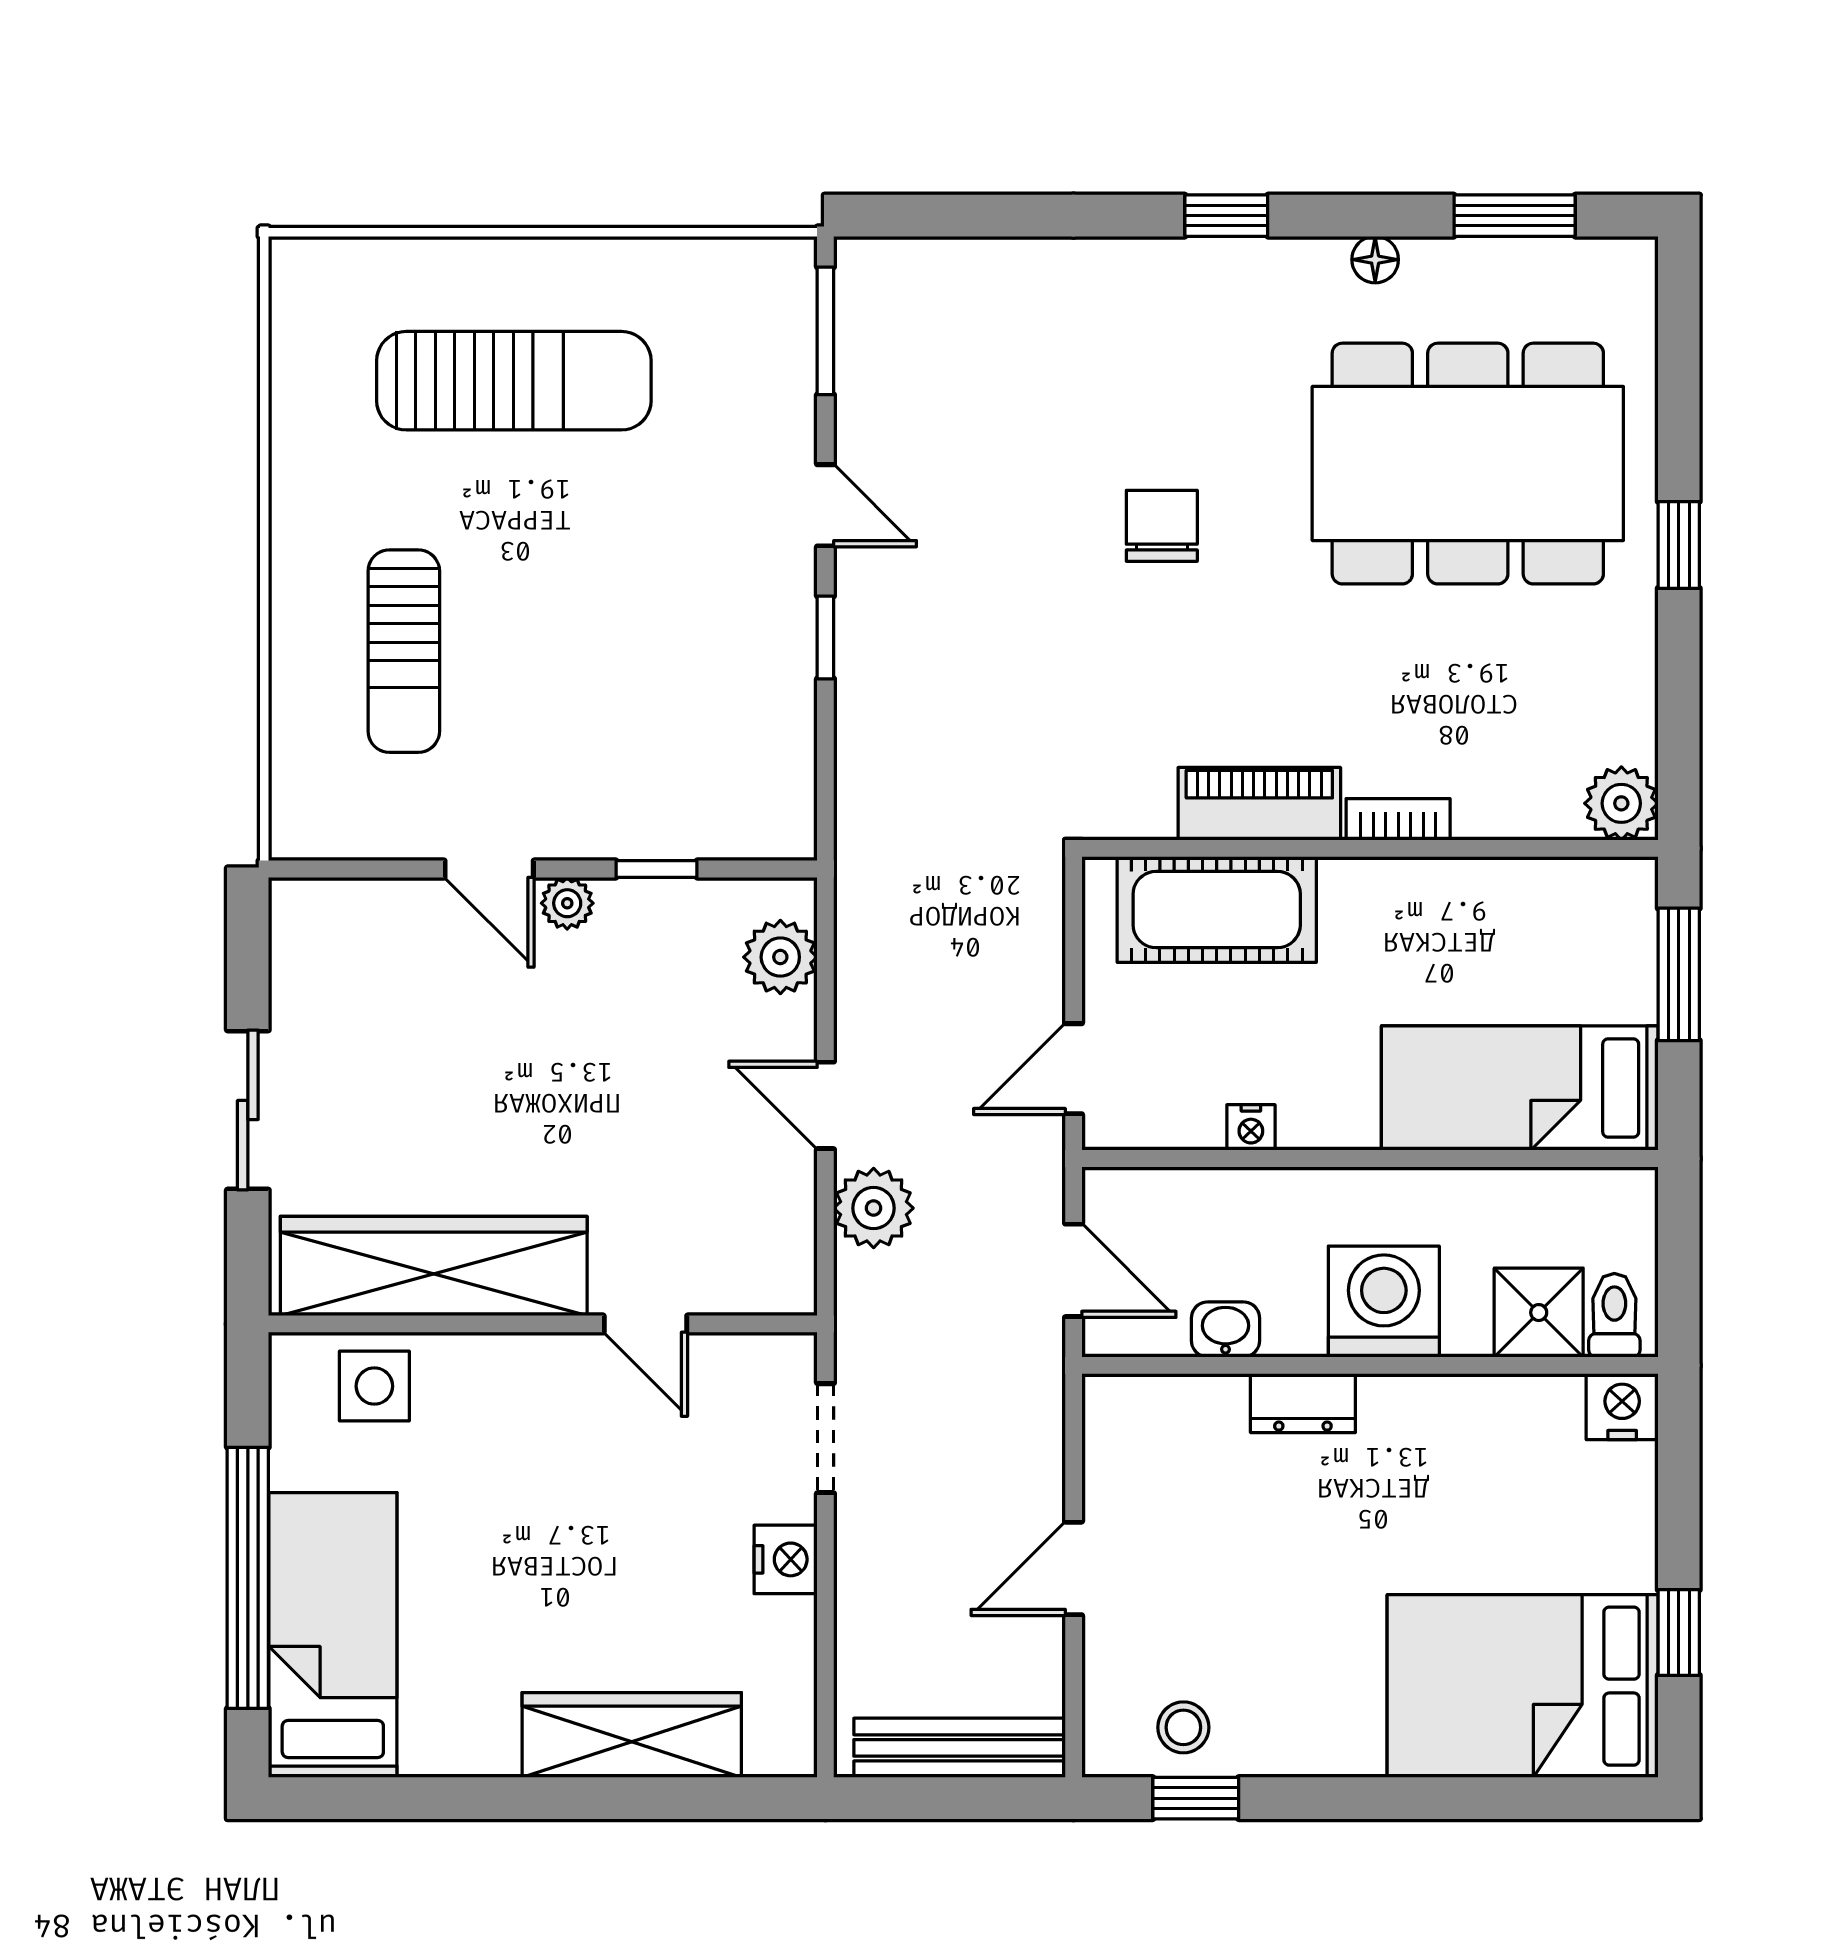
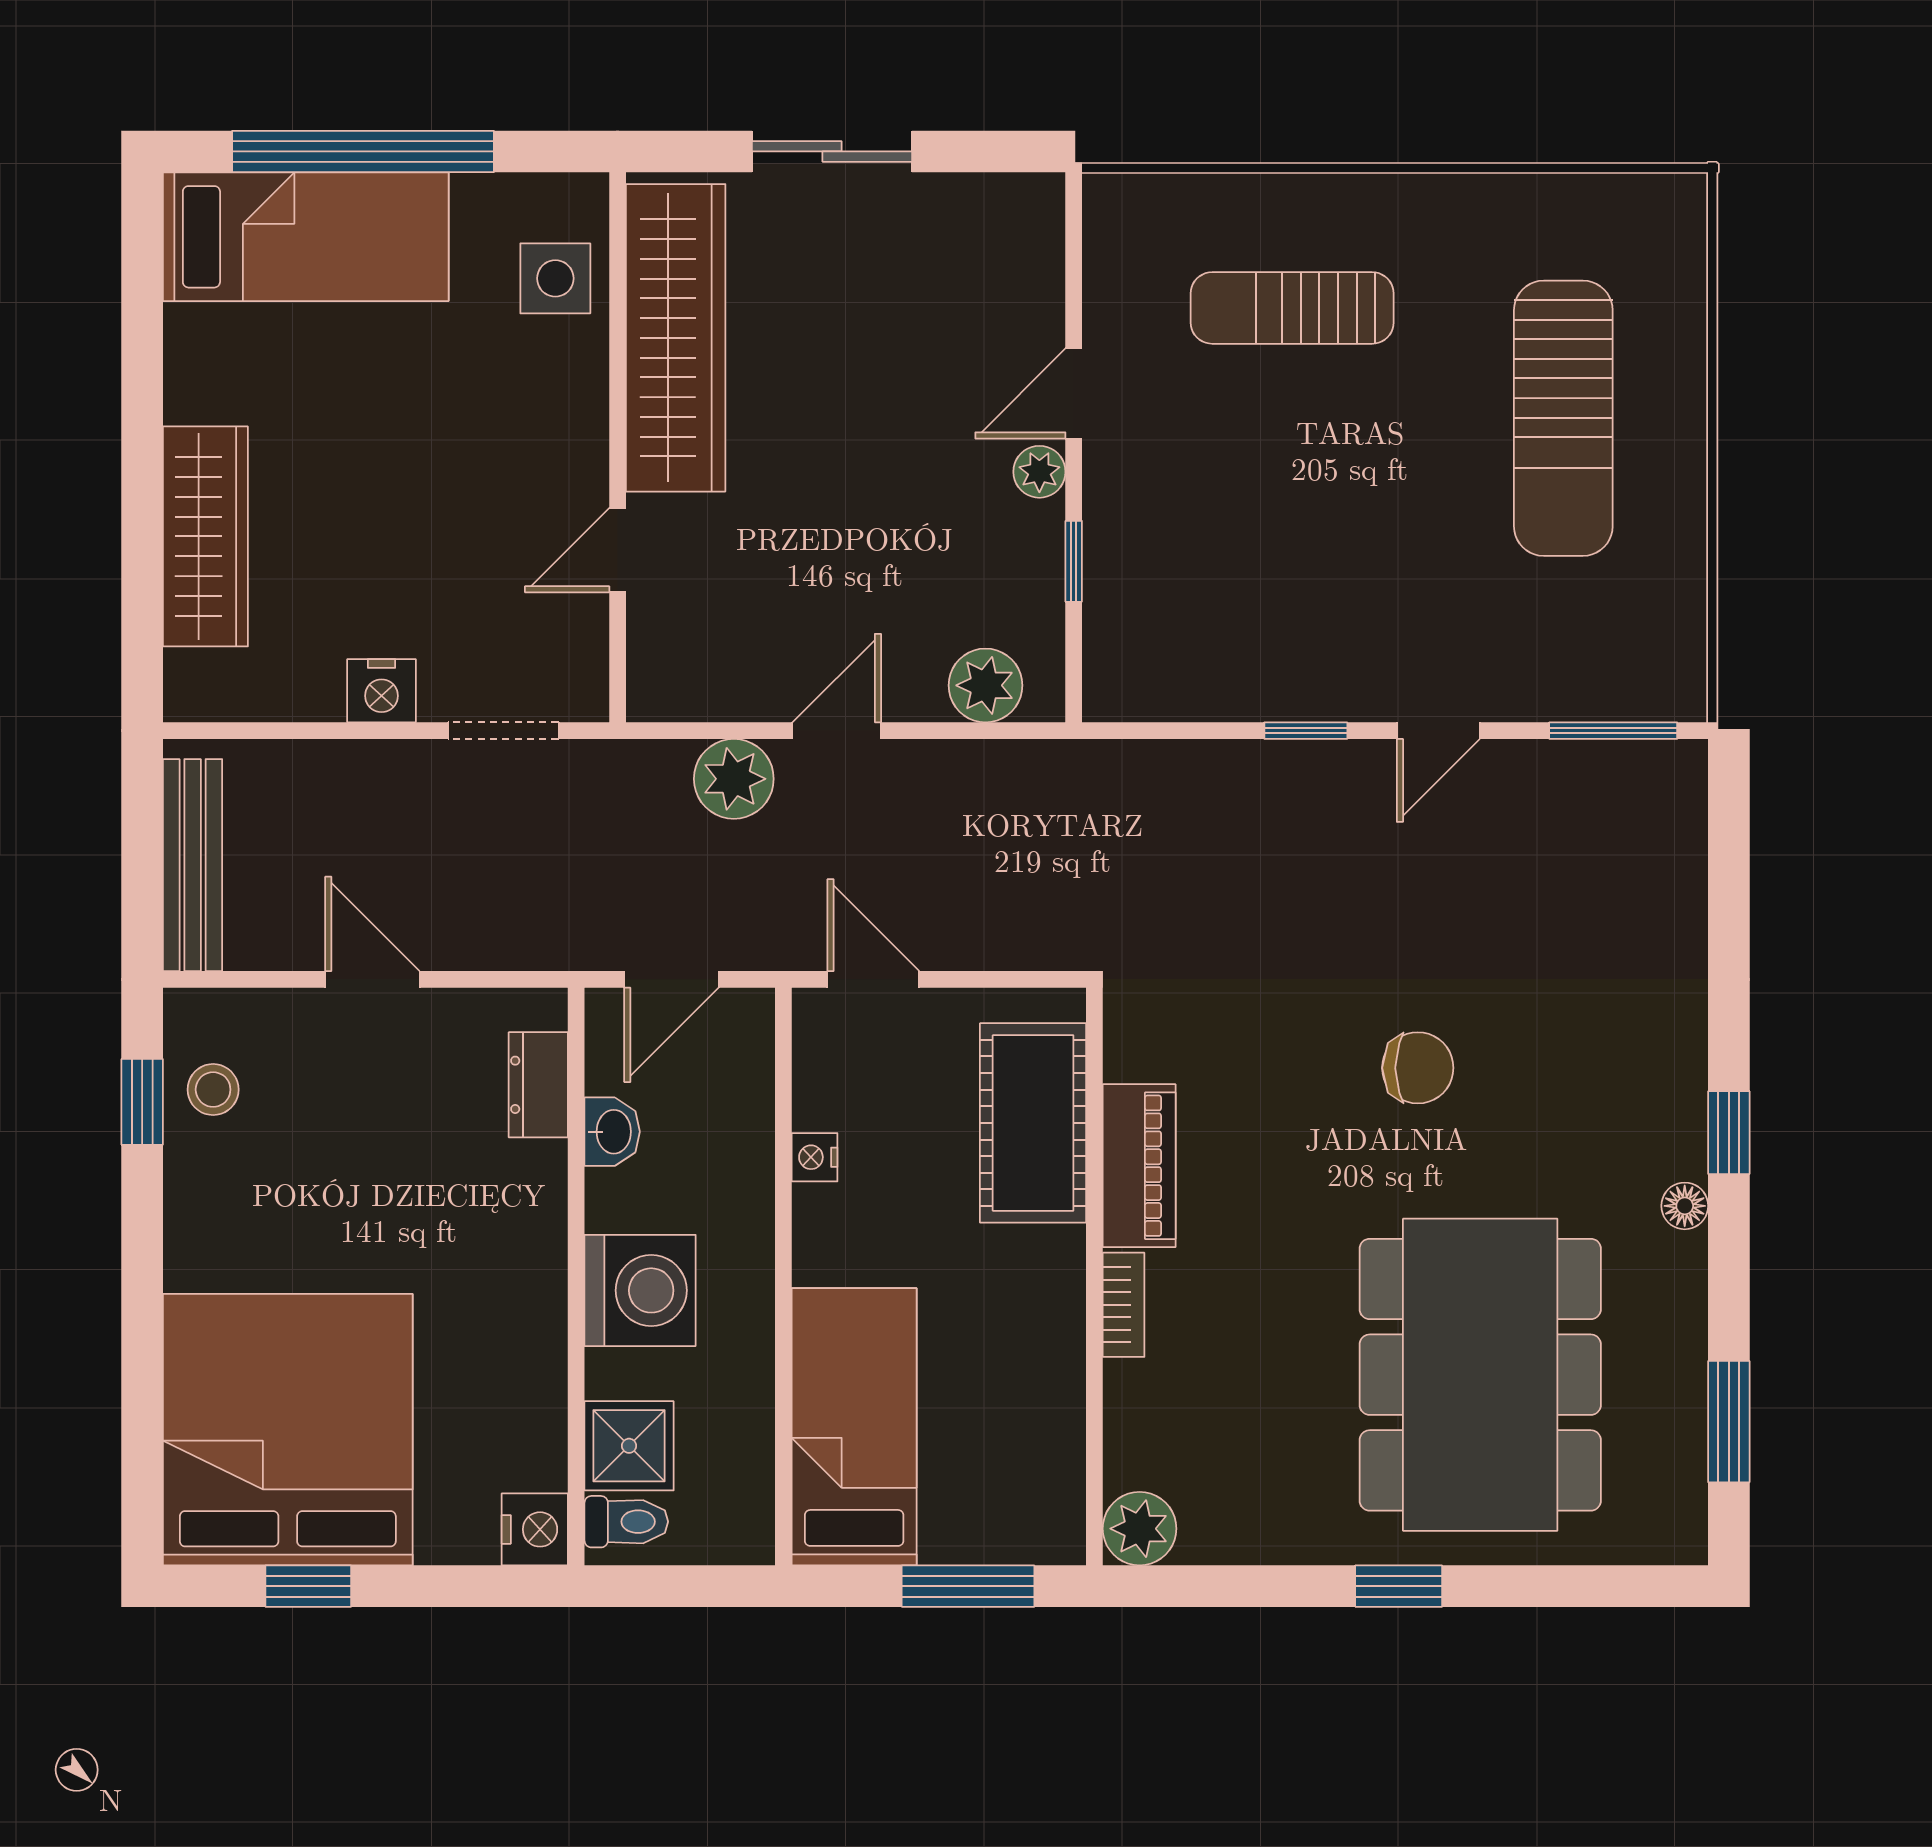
floor lamp: (1375, 260) -> (1685, 1206), moved
dresser: (1303, 1403) -> (538, 1085), moved
bed: (1523, 1686) -> (288, 1430), width x1.36

